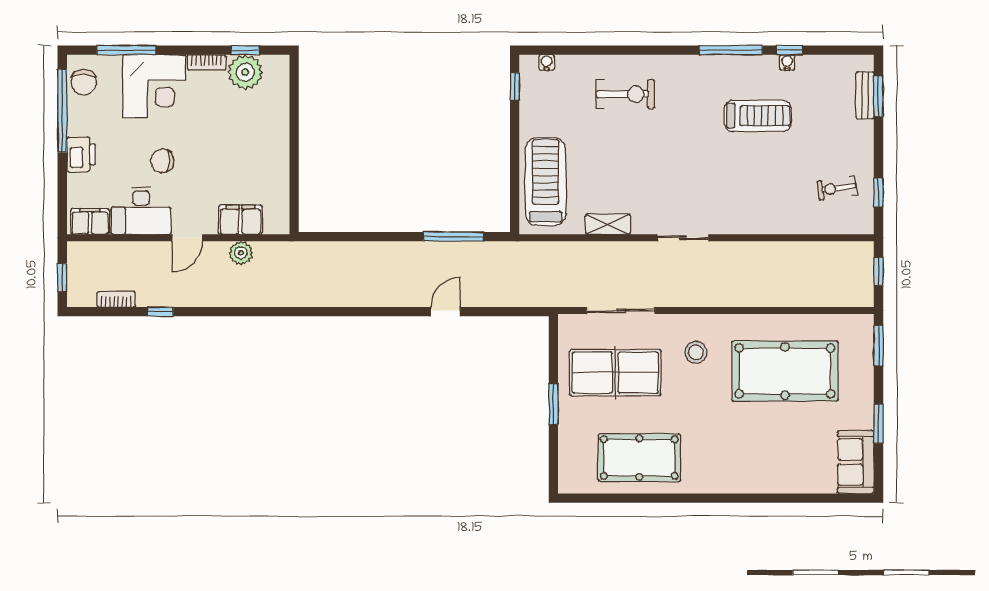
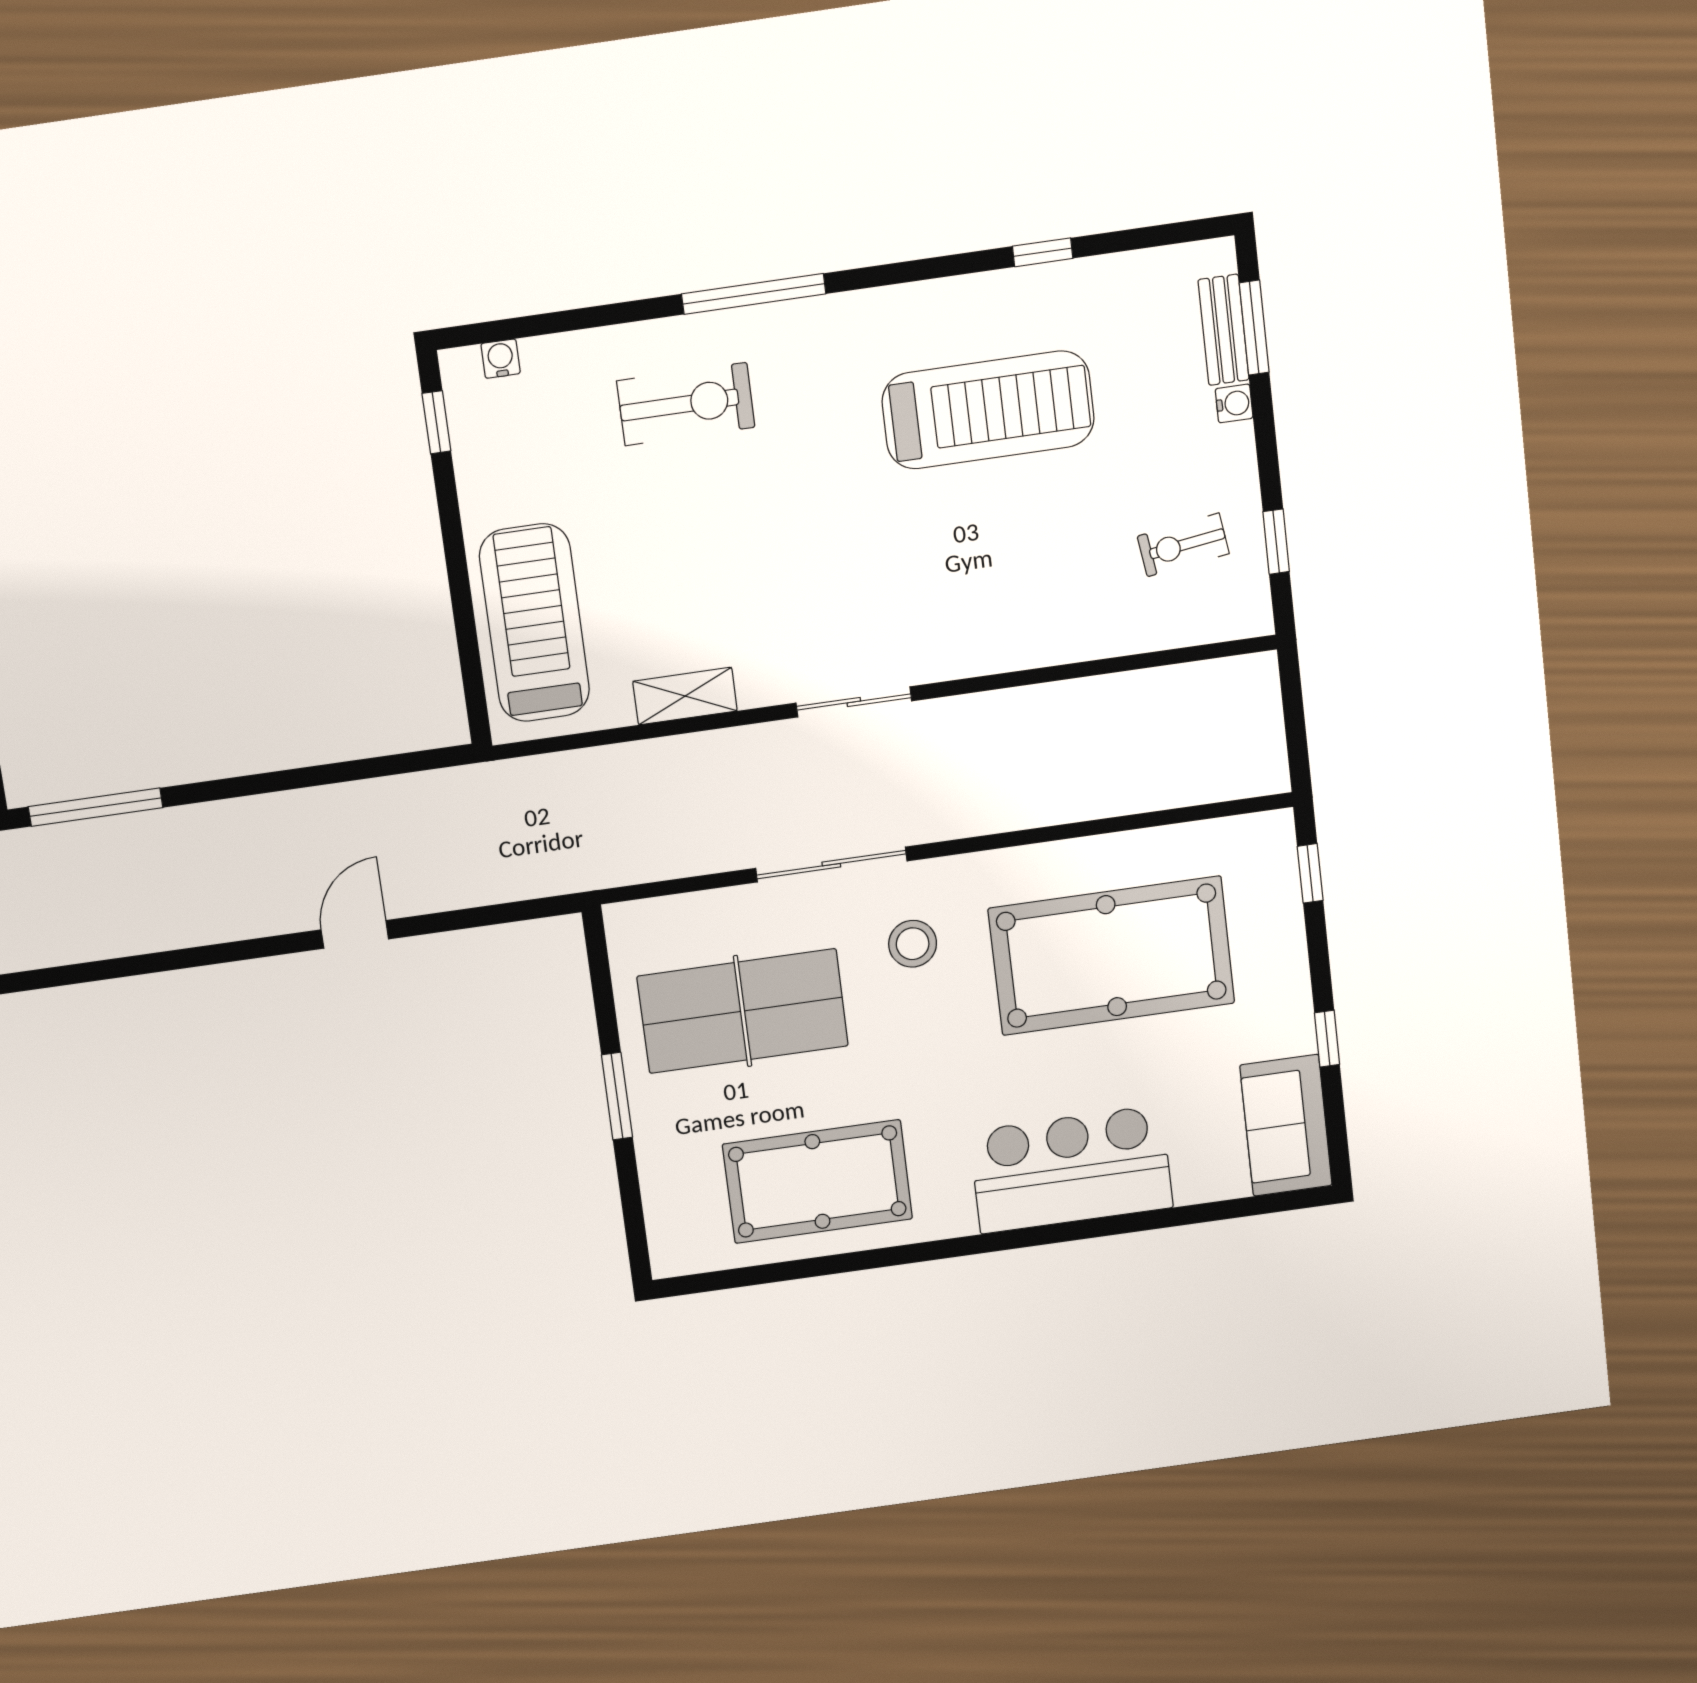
window: (731, 50) -> (754, 294), moved
water cooler: (787, 62) -> (1234, 403), moved, turned 90
treadmill: (758, 116) -> (988, 410), width x1.37, depth x1.38
window: (453, 237) -> (96, 807), moved
window: (878, 272) -> (1294, 714), removed
sliding door: (621, 310) -> (831, 865), moved
window: (878, 346) -> (1310, 873), width x0.67
window: (878, 424) -> (1327, 1039), width x0.67
bar counter: (756, 469) -> (1071, 1169), added

